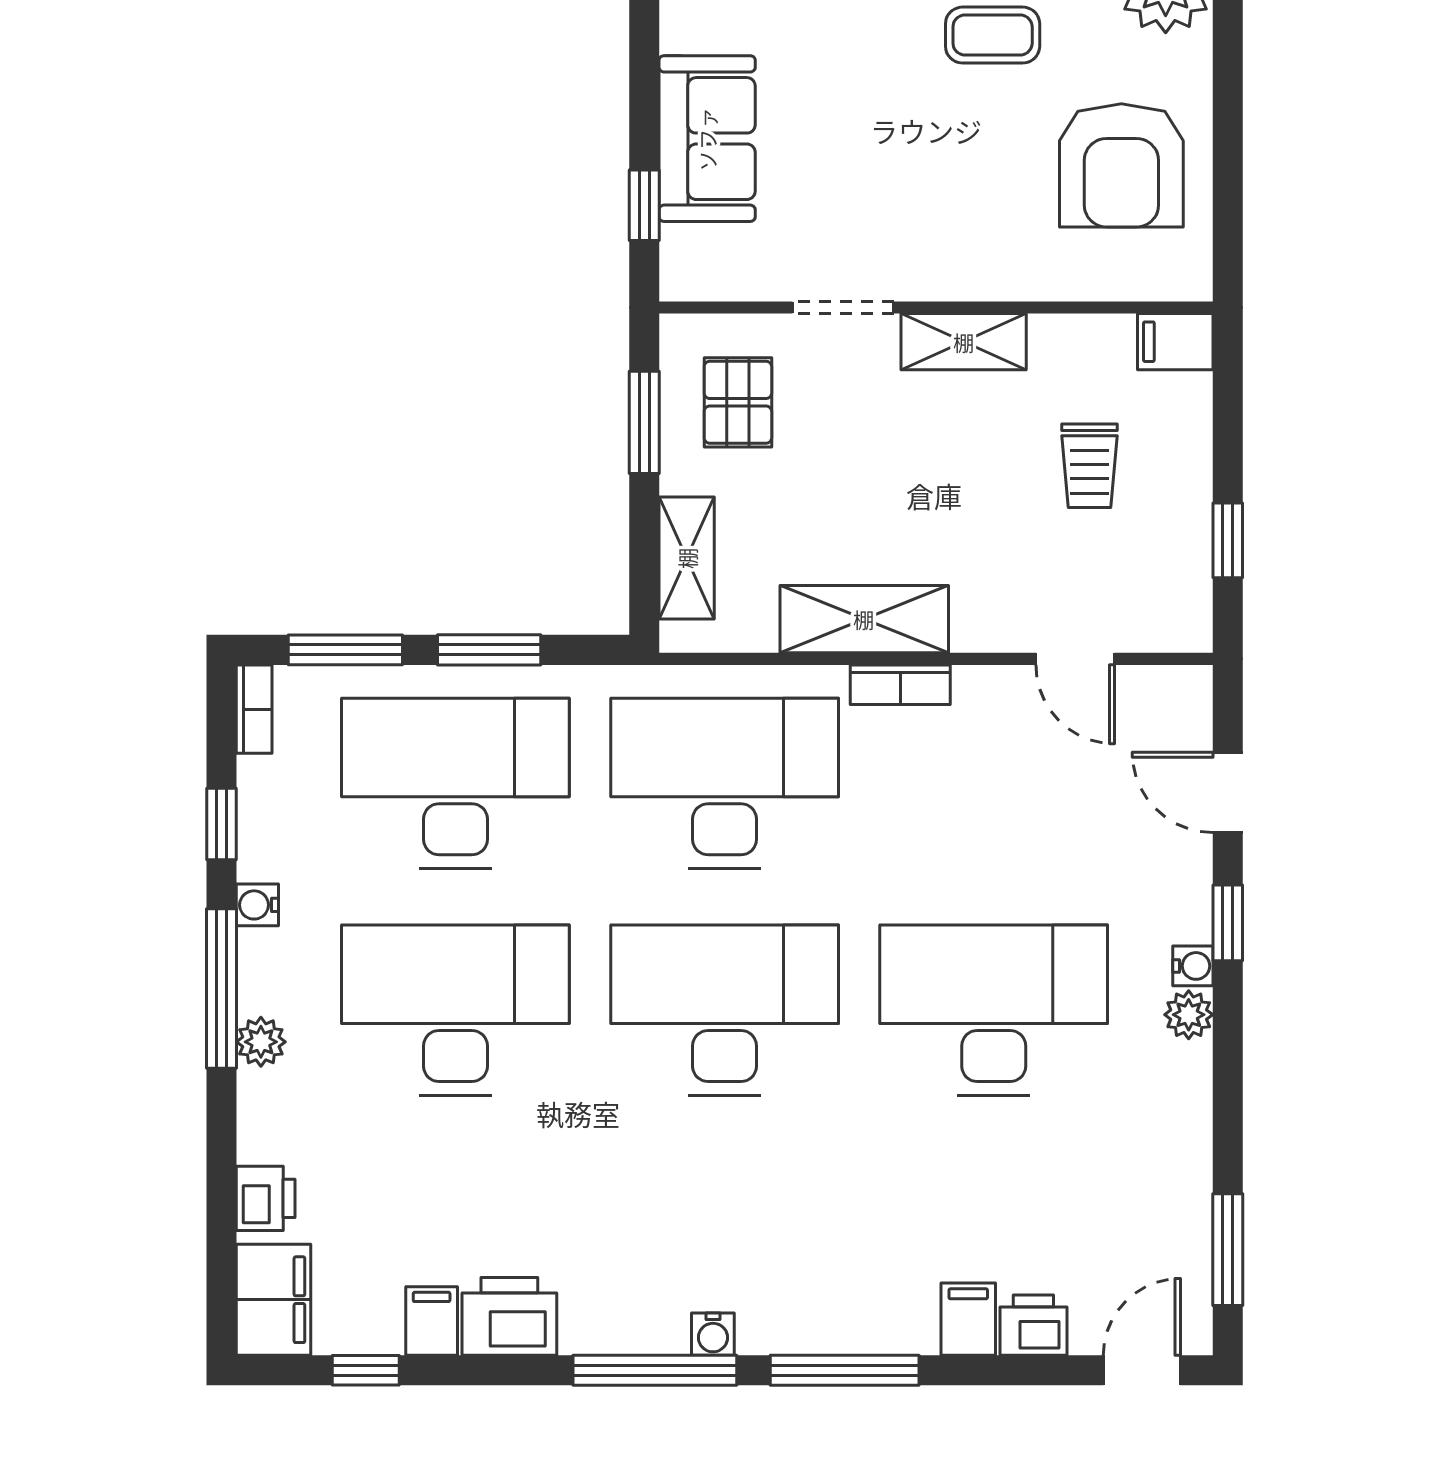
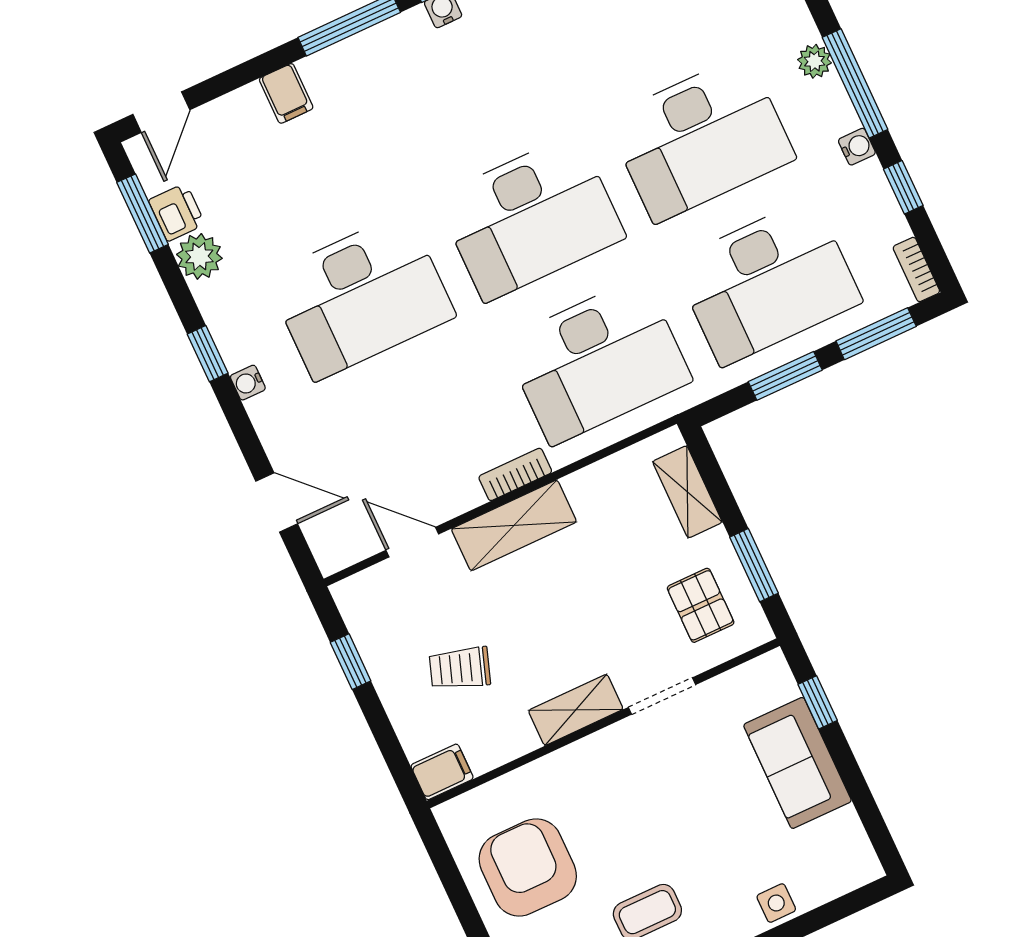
trolley: (1090, 466) -> (460, 668), turned -71
shelving: (864, 619) -> (514, 525), moved
window: (1228, 923) -> (208, 354), moved
plant: (1189, 1015) -> (199, 256), moved, width x1.38, depth x1.38
printer: (1033, 1325) -> (177, 212), moved, turned -90

